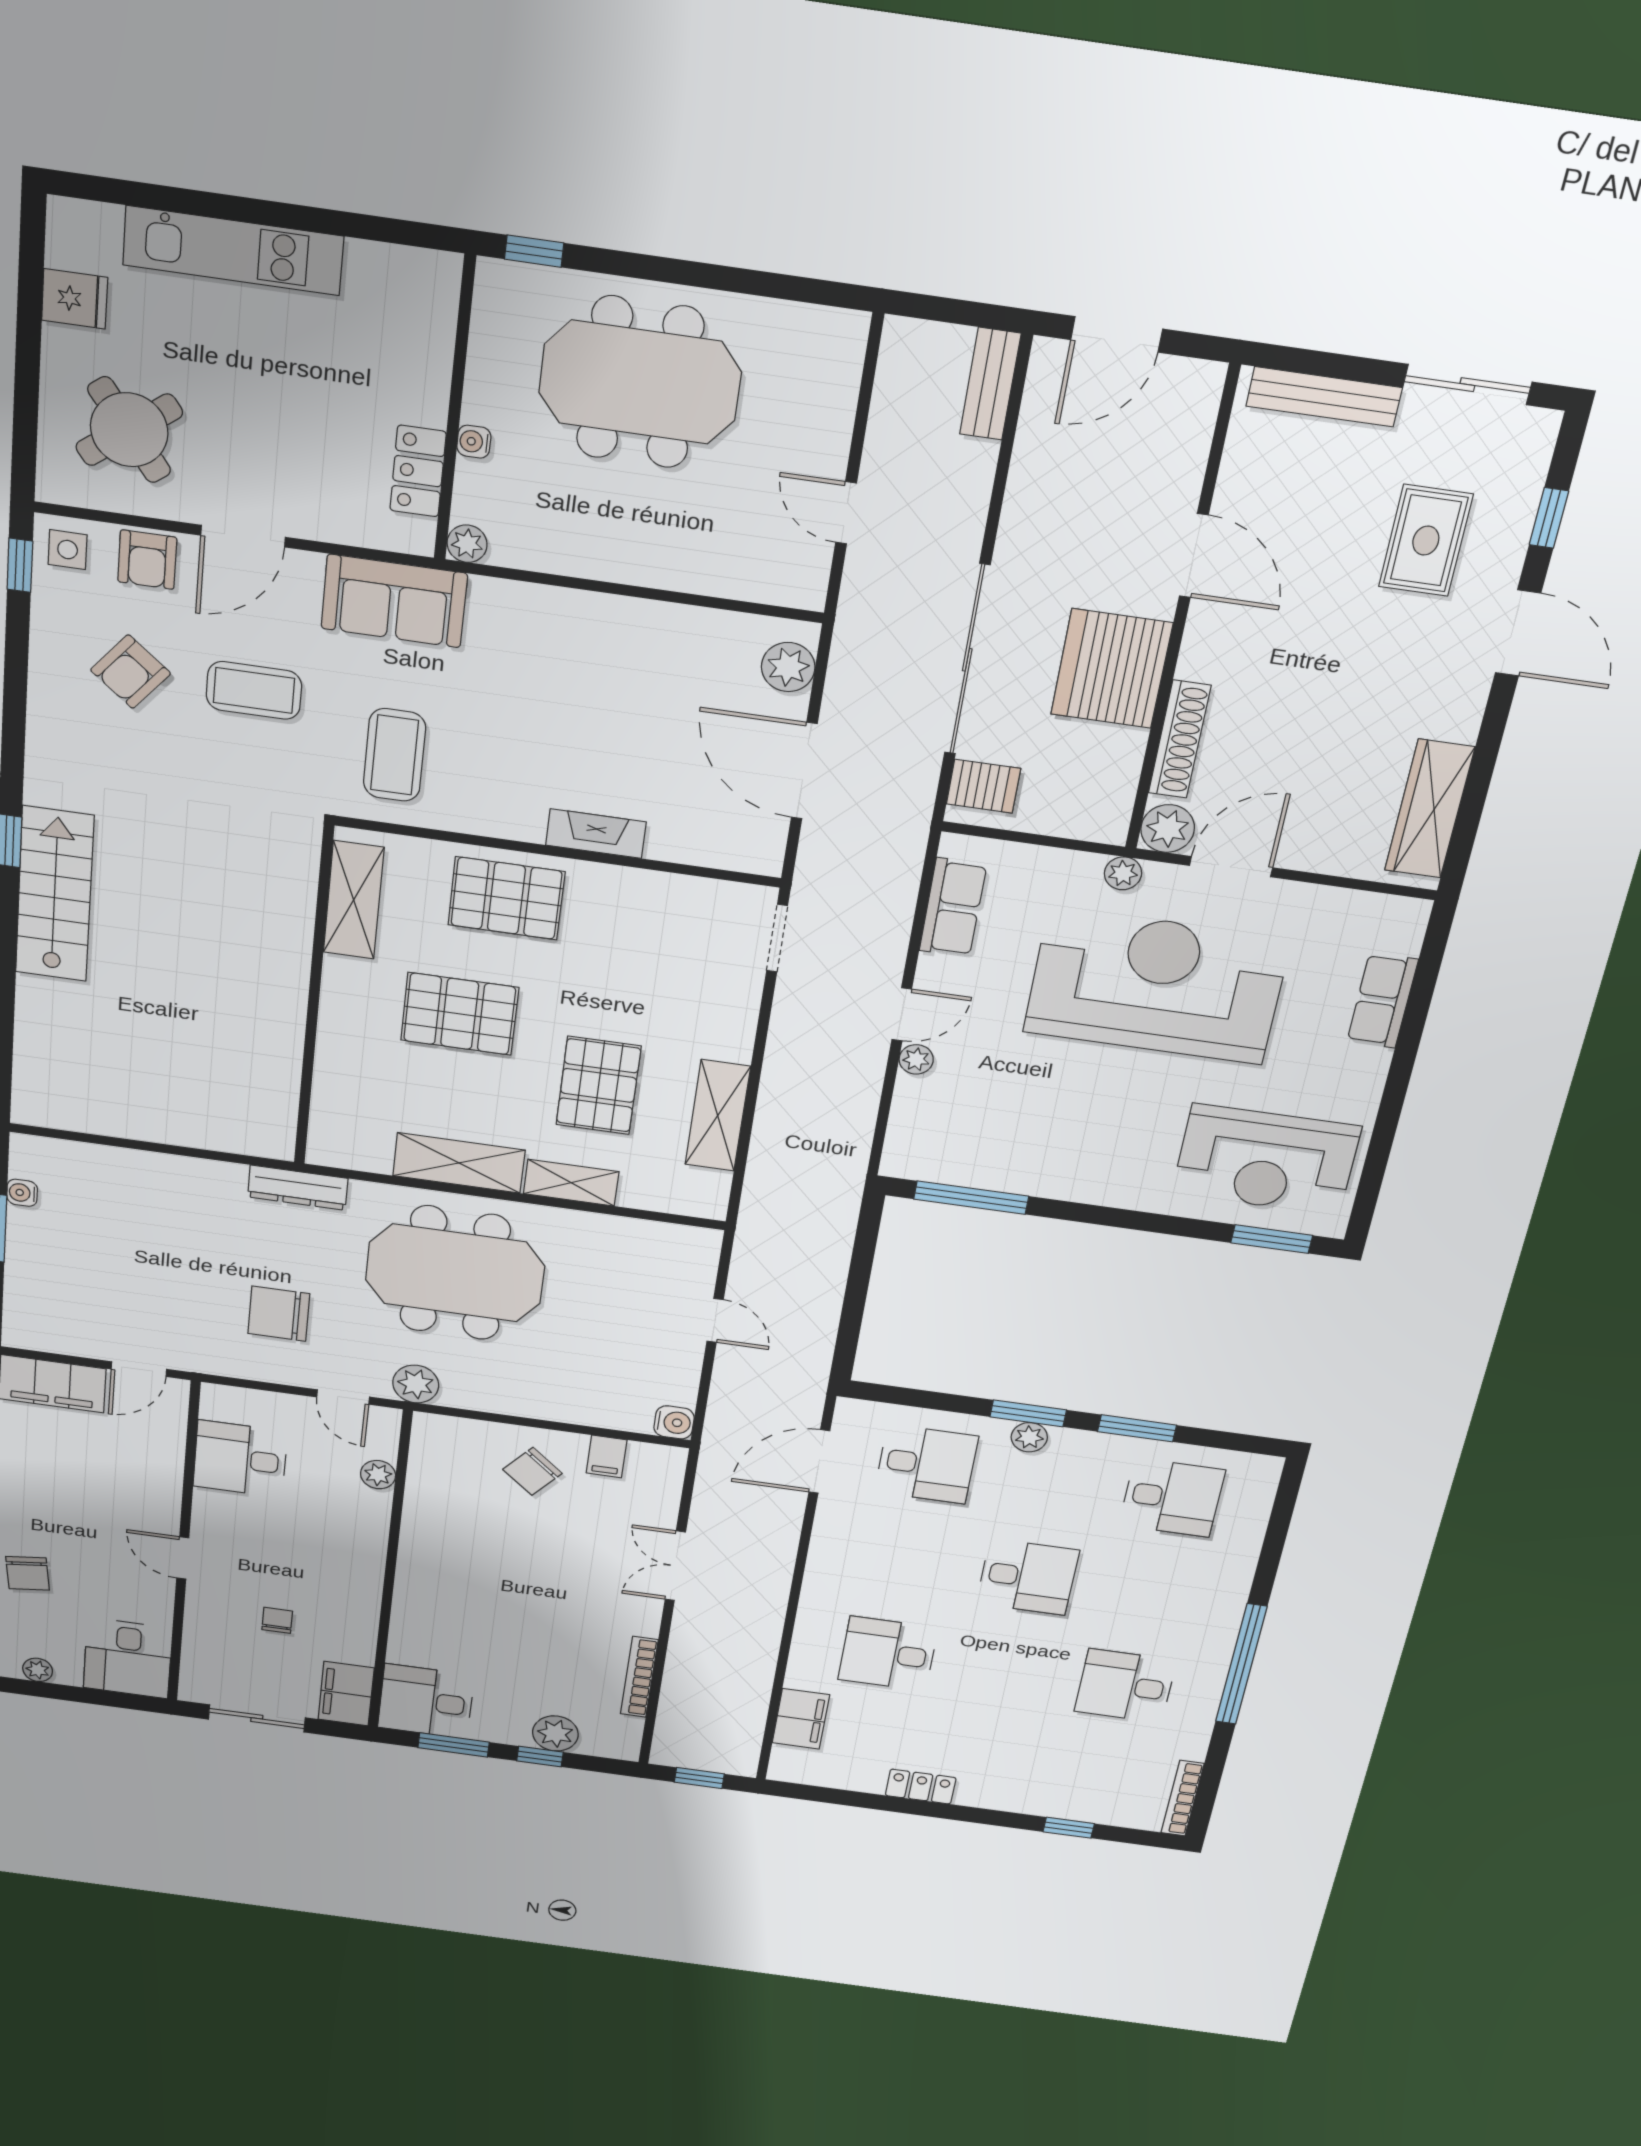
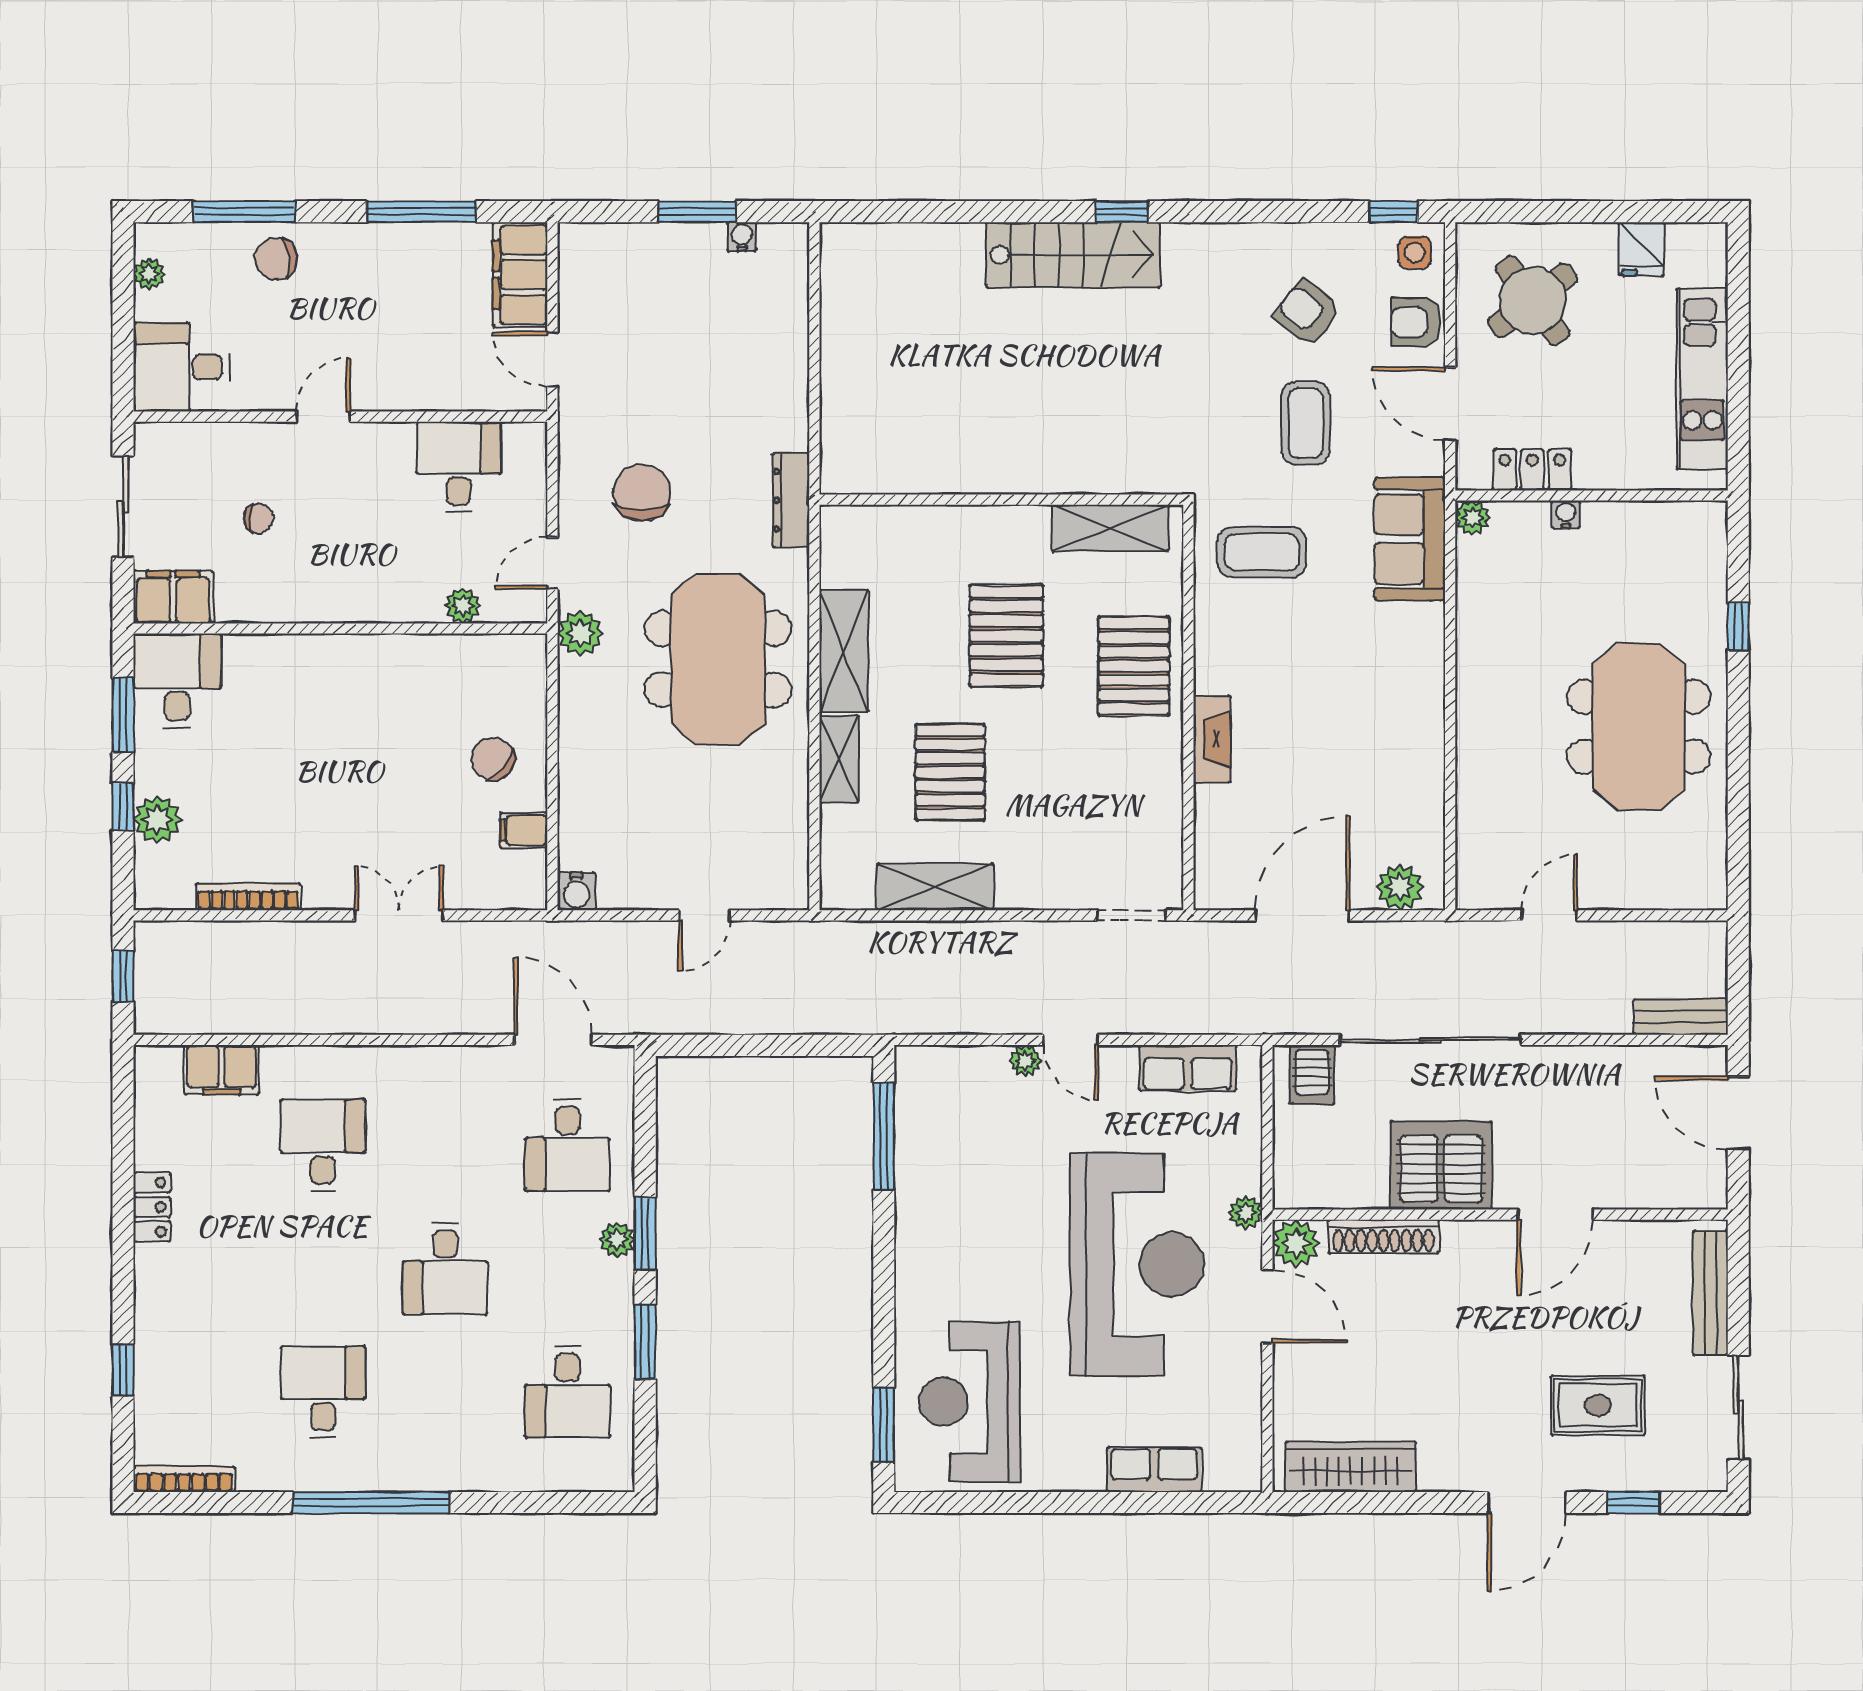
wall: (455, 410) -> (1592, 496), moved
water cooler: (474, 442) -> (1566, 514), moved
locker: (418, 471) -> (1532, 470), moved
plant: (467, 544) -> (1472, 518), moved
pallet: (599, 1085) -> (950, 772), turned 90

